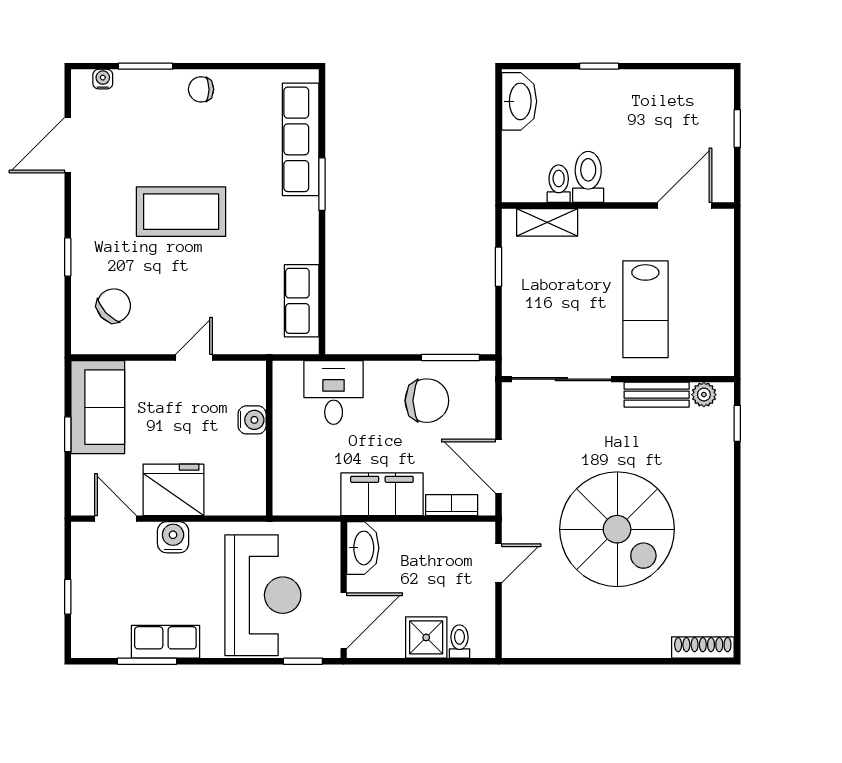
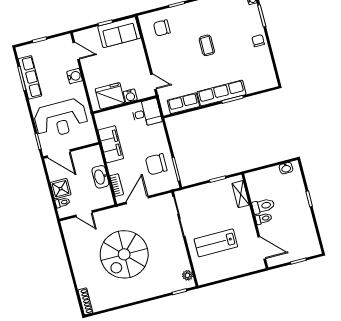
washbasin: (519, 101) -> (286, 168), width x0.52, depth x0.69
row of seats: (301, 139) -> (222, 93), moved
toilet: (559, 184) -> (264, 219), moved
coffee table: (181, 212) -> (207, 45), width x0.54, depth x0.58
chair: (114, 306) -> (162, 28), turned 133
door: (194, 357) -> (153, 82), moved
desk: (334, 392) -> (146, 113), moved
bench: (657, 395) -> (183, 256), removed
chair: (427, 401) -> (156, 164), turned 90
fridge: (173, 490) -> (110, 96), moved, turned -90
filing cabinet: (382, 494) -> (111, 144), moved
door: (116, 519) -> (76, 51), hinge flipped
washbasin: (363, 548) -> (100, 177), moved, turned 90
door: (499, 563) -> (84, 214), moved
row of seats: (165, 642) -> (30, 77), width x1.48

